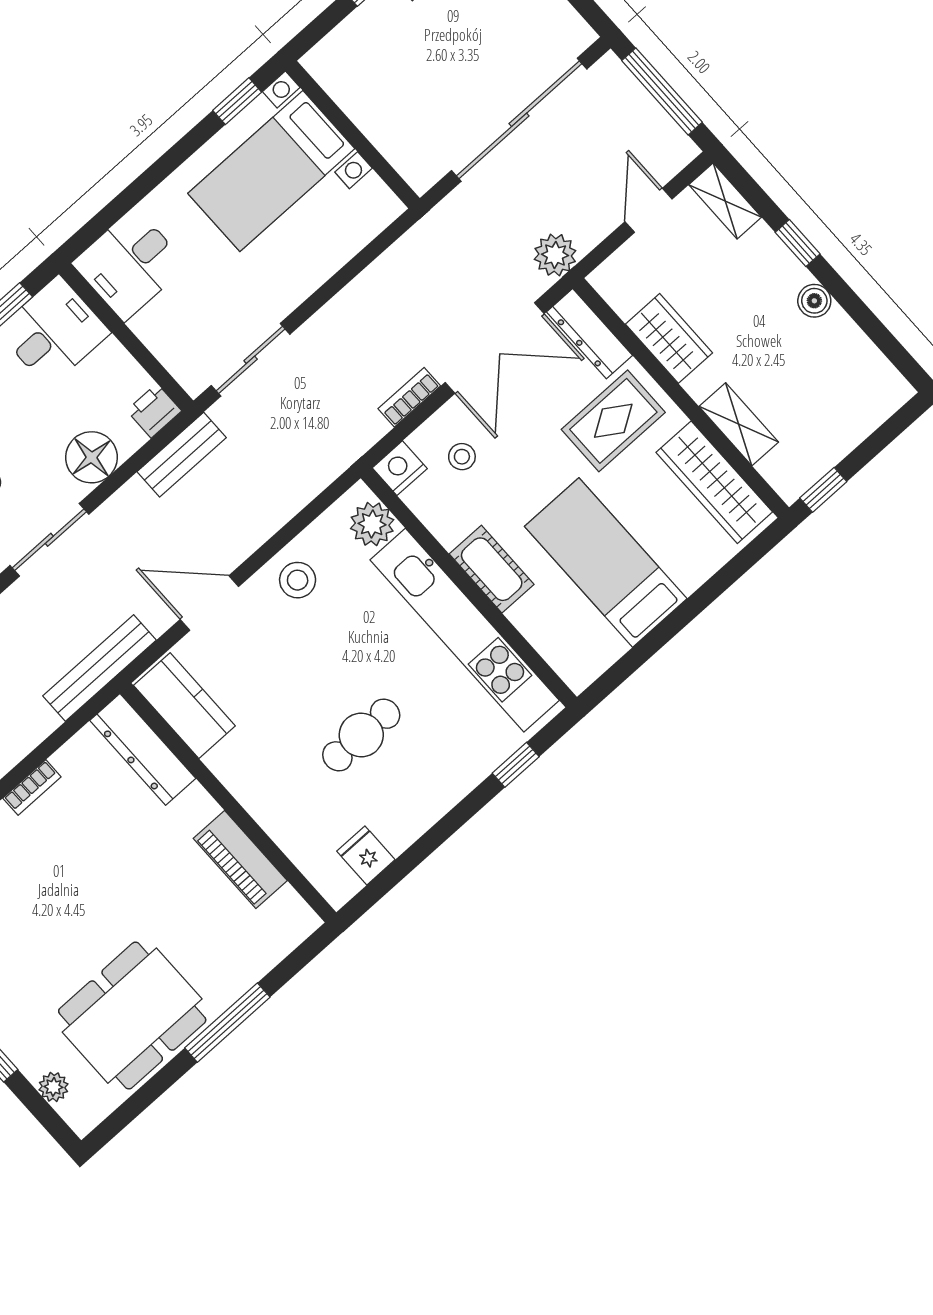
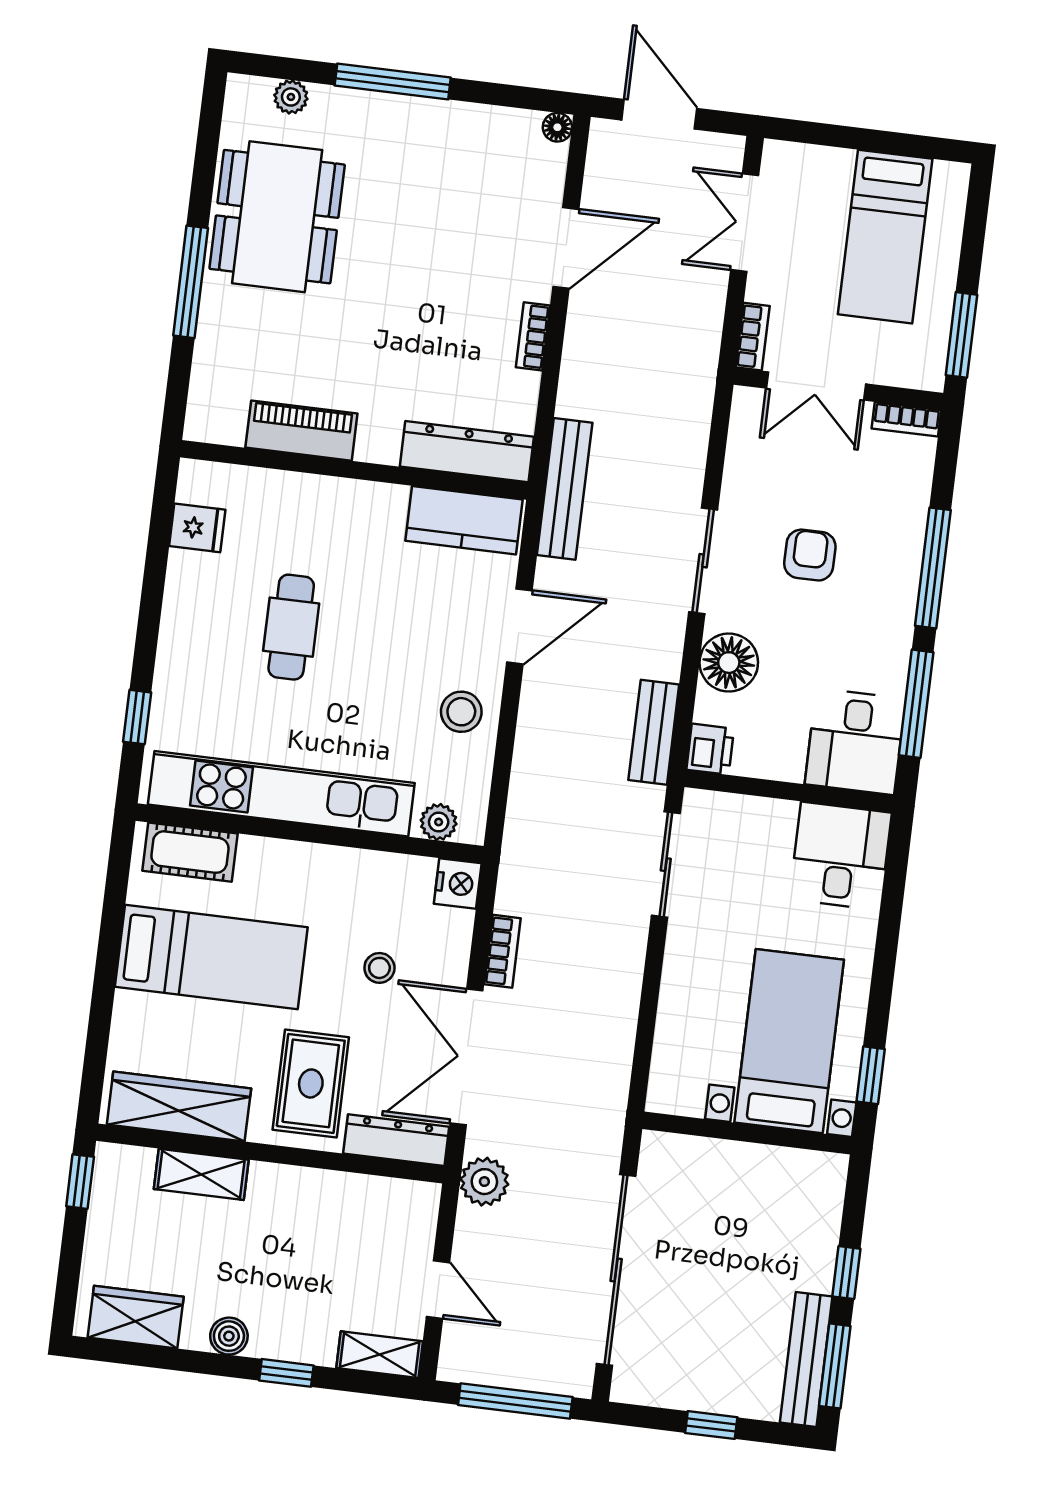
wardrobe: (669, 338) -> (136, 1317), moved, turned 180
stool: (462, 457) -> (379, 968), moved
plant: (372, 524) -> (439, 822), width x0.73, depth x0.73
cot: (492, 569) -> (190, 852), moved

